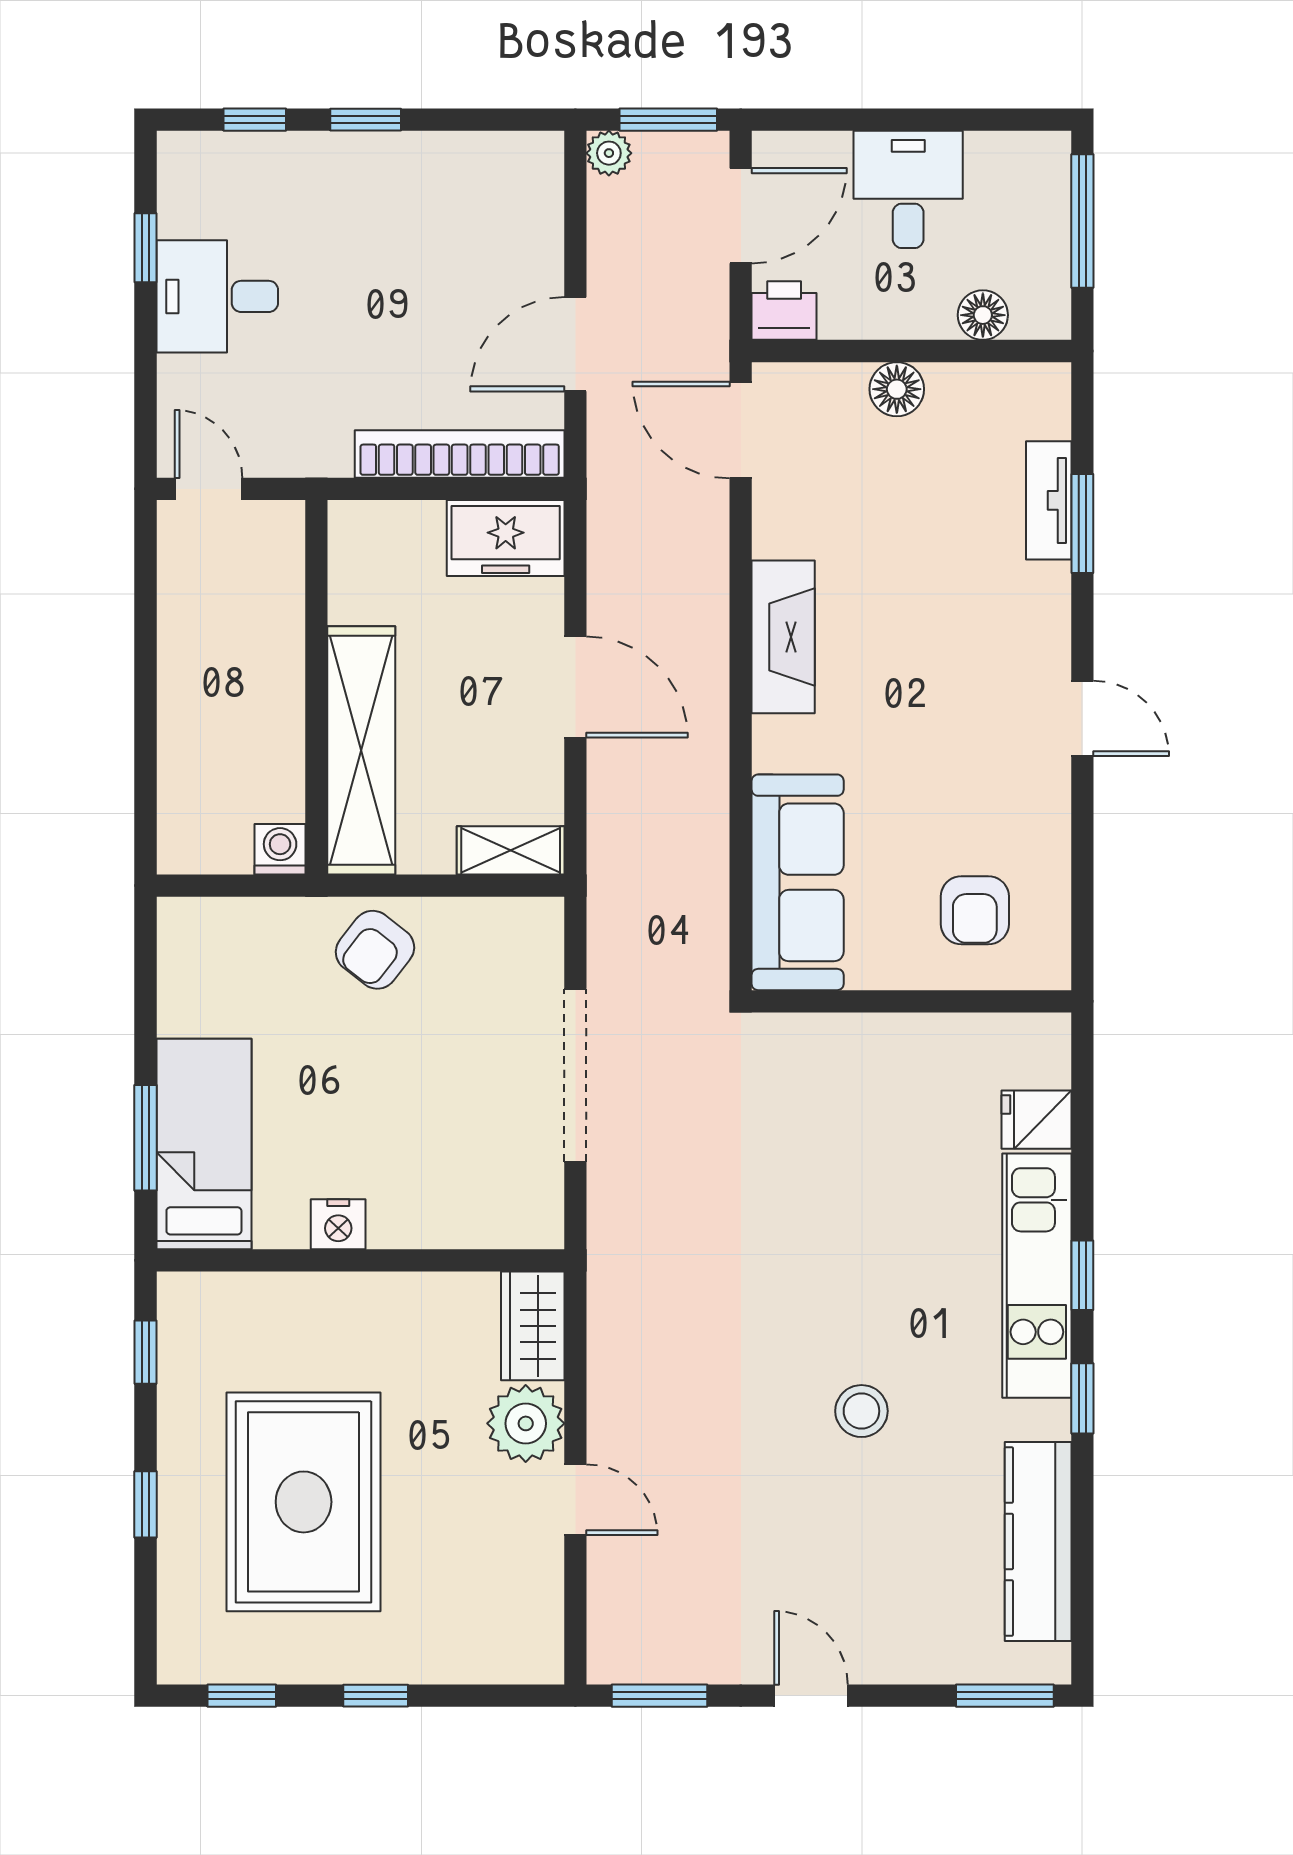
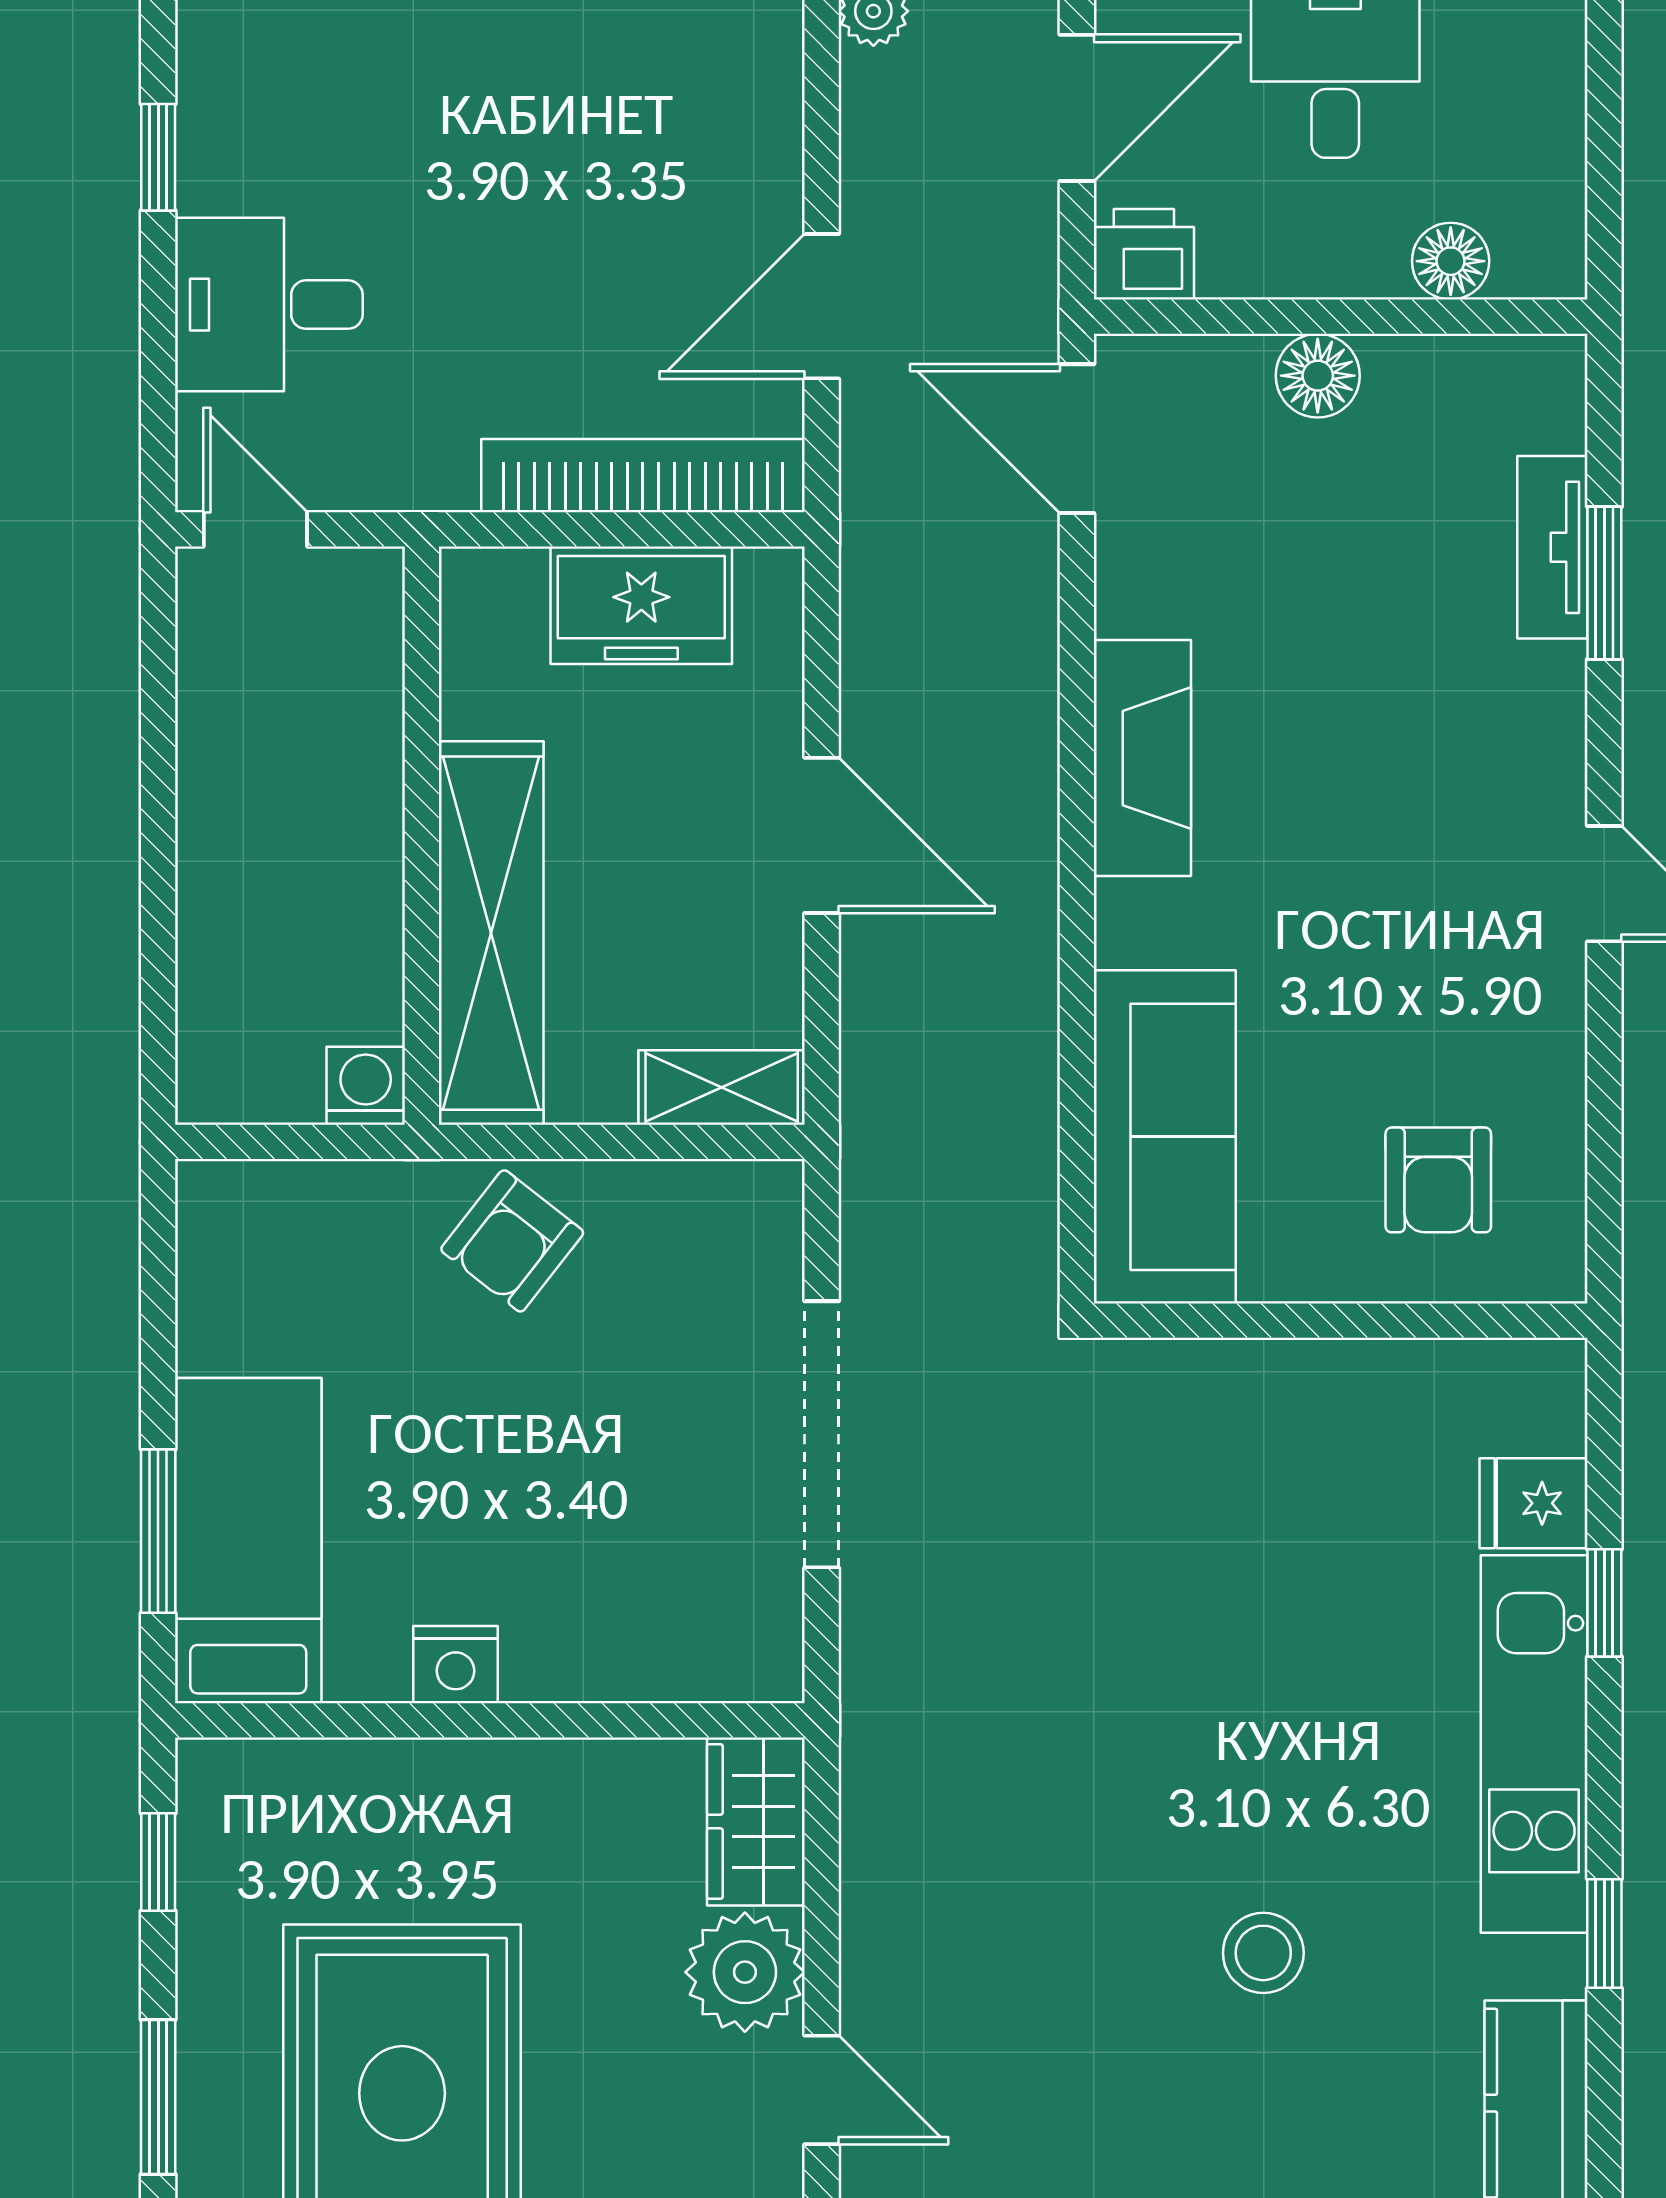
window: (1082, 221) -> (1604, 116), removed
desk: (217, 296) -> (269, 305), moved
freezer: (506, 538) -> (641, 605), moved
window: (1082, 1275) -> (1604, 1603), moved
window: (146, 1504) -> (158, 2097), width x1.50

